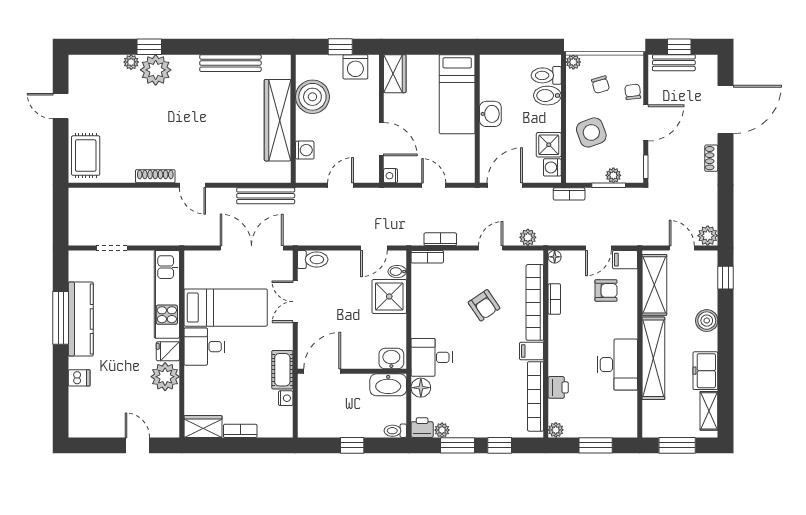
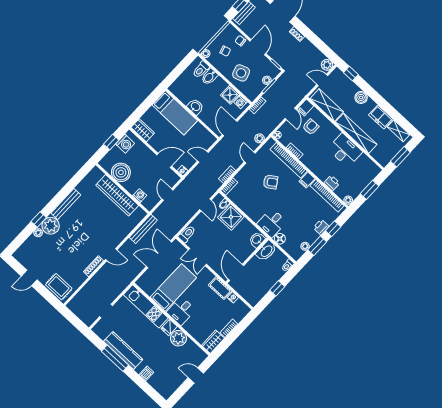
bench: (230, 63) -> (66, 204), moved
printer: (422, 428) -> (321, 227), moved

